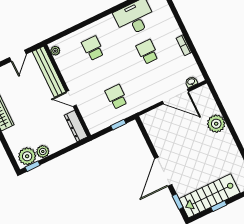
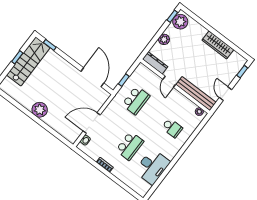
school desk: (147, 52) -> (130, 146), width x1.85
school desk: (116, 97) -> (136, 100), width x1.85
door: (71, 98) -> (169, 82), swing flipped
plant: (216, 124) -> (40, 110), moved
plant: (43, 151) -> (164, 39), moved
door: (163, 172) -> (92, 77), moved

